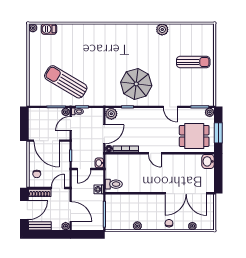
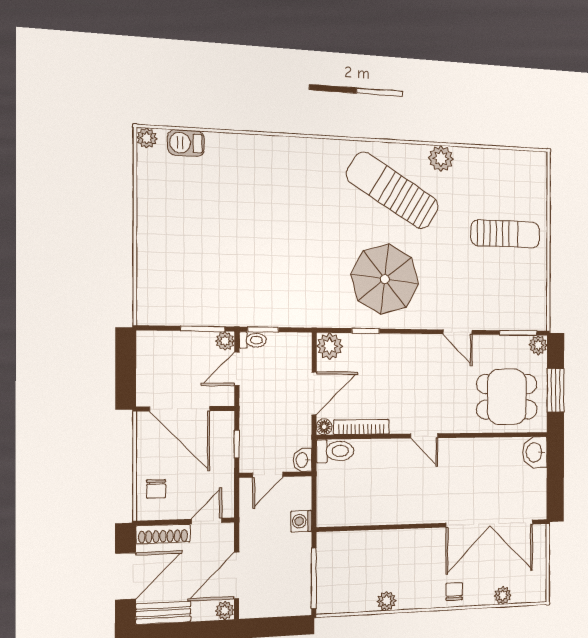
sun lounger: (66, 82) -> (393, 191), moved
toilet: (114, 184) -> (335, 451), moved
door: (71, 212) -> (237, 575), swing flipped

